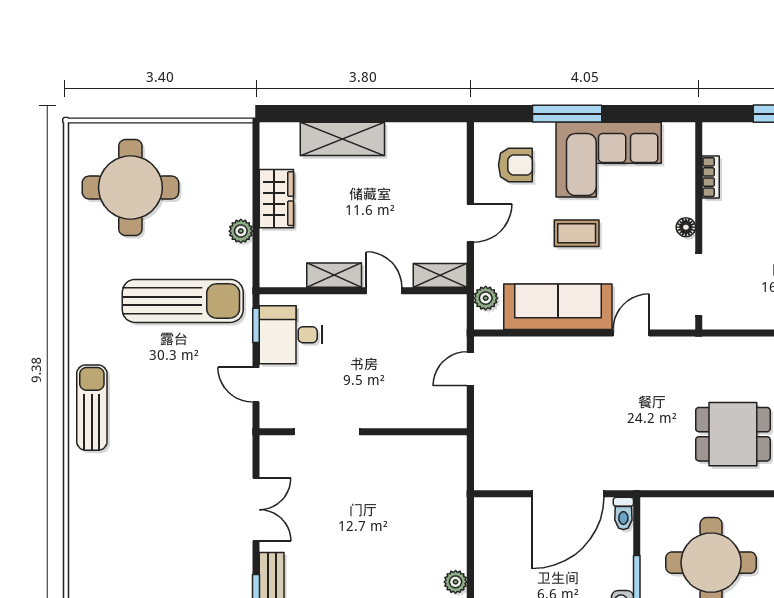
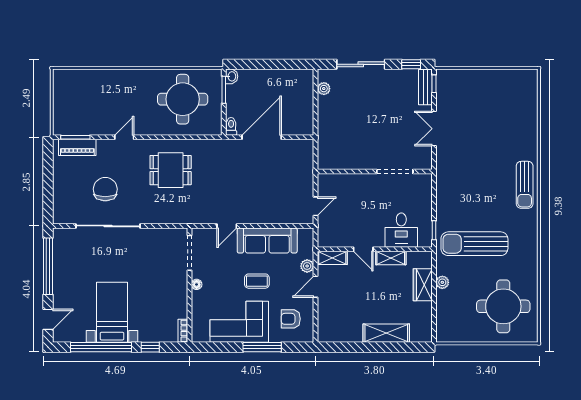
bookcase: (711, 177) -> (183, 331), moved
wardrobe: (276, 199) -> (423, 285), moved
plant: (486, 298) -> (307, 266), moved
desk: (291, 335) -> (401, 230), moved, turned 90
door: (256, 385) -> (434, 197), removed

